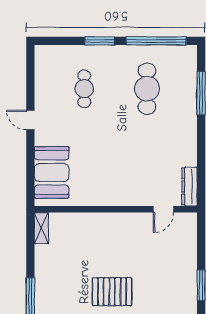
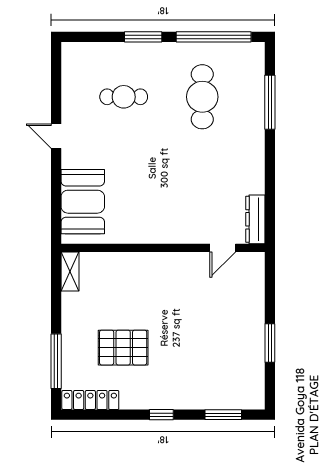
cafe table: (84, 89) -> (124, 97), turned 90
pallet: (112, 292) -> (123, 348), moved

